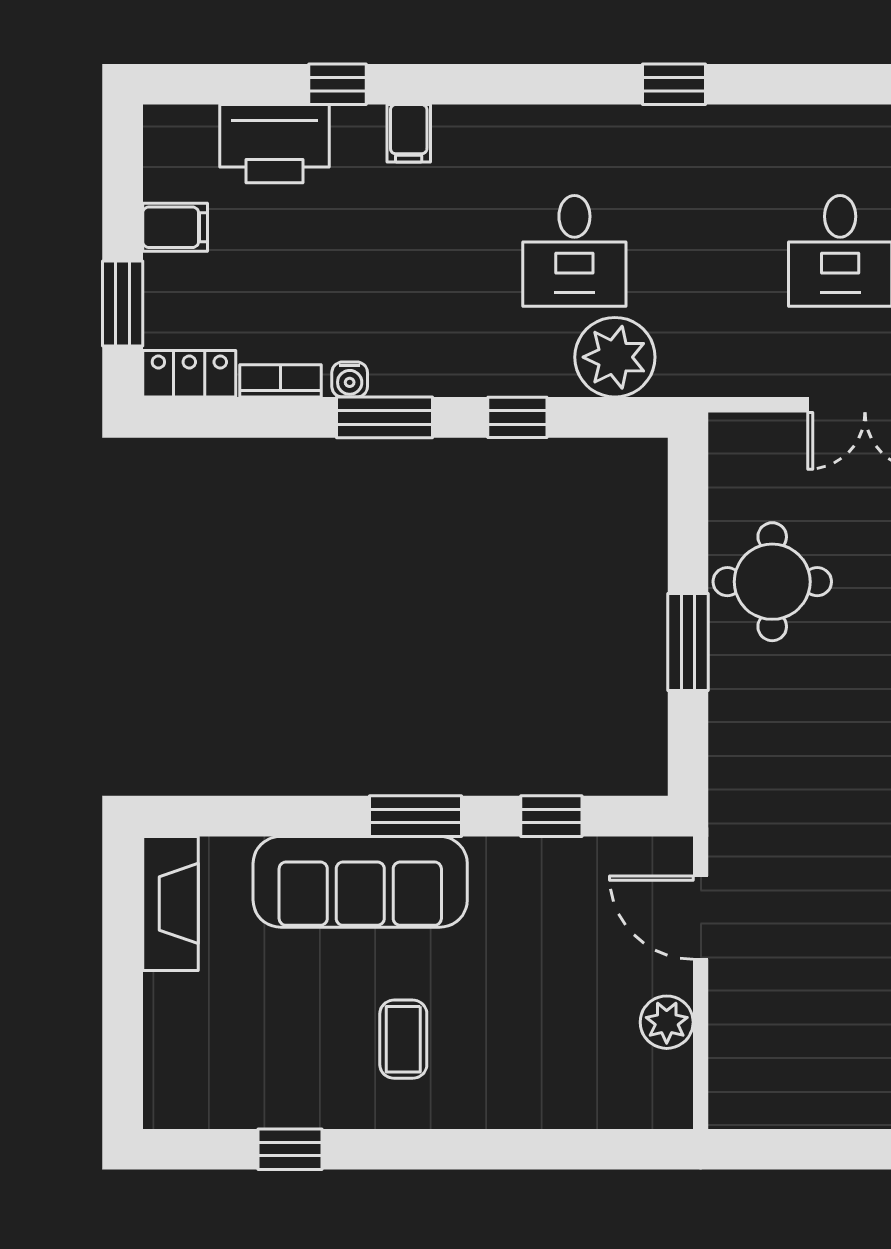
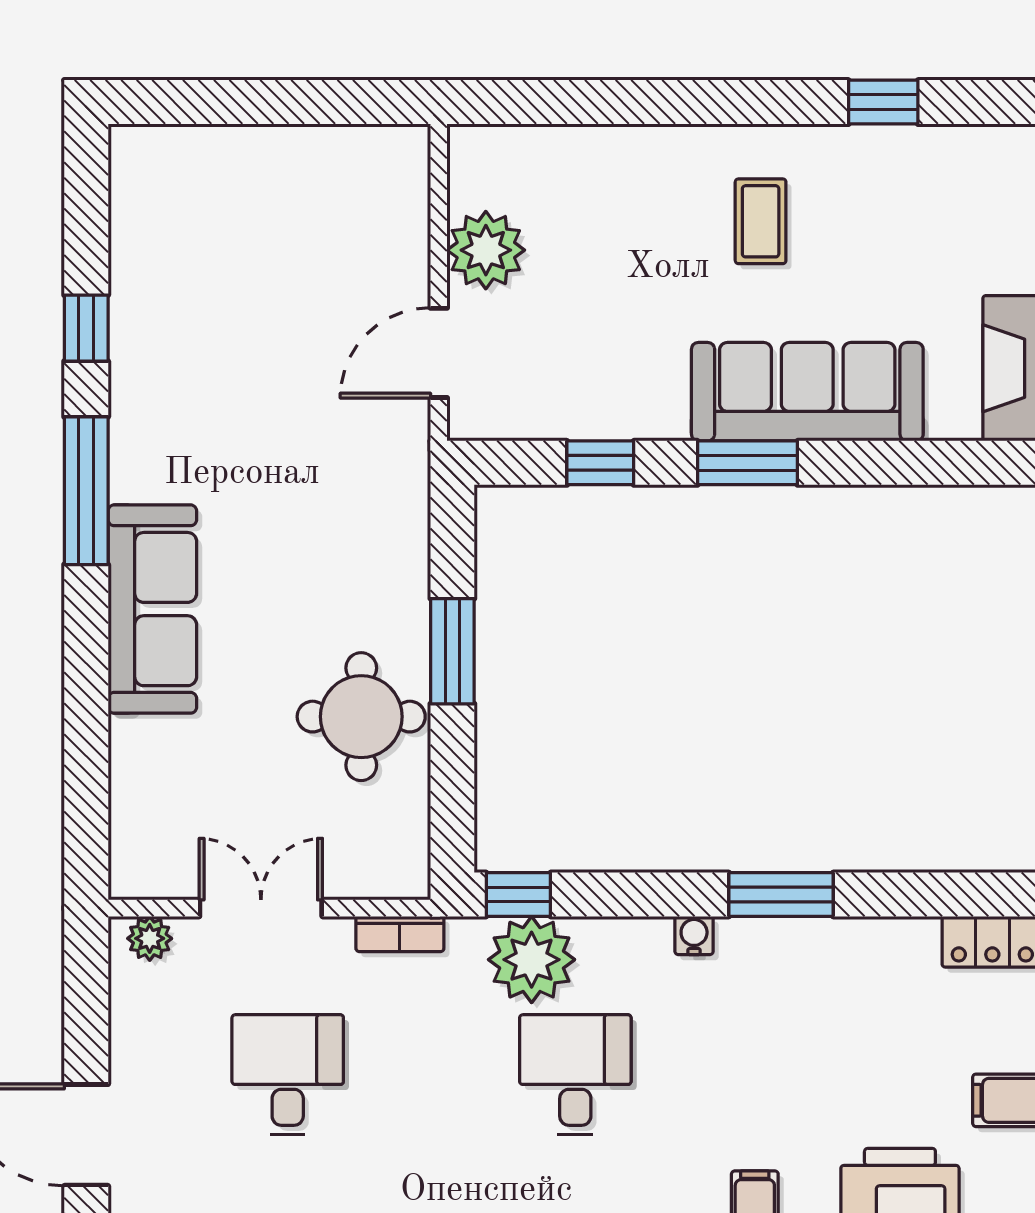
water cooler: (350, 380) -> (694, 935), moved
bookcase: (280, 381) -> (400, 934), moved
window: (517, 417) -> (518, 894), moved
door: (701, 918) -> (439, 353), swing flipped
plant: (667, 1022) -> (486, 250), width x1.36, depth x1.36

